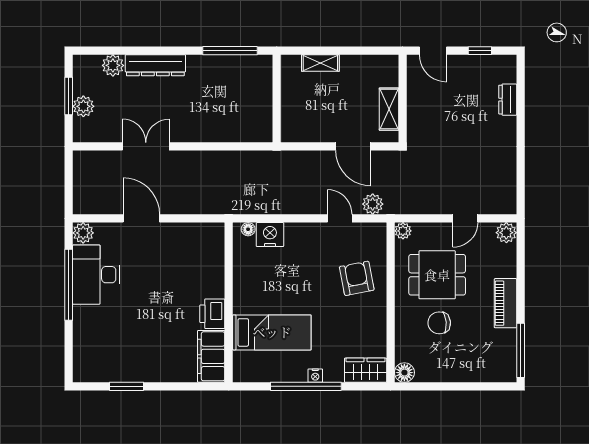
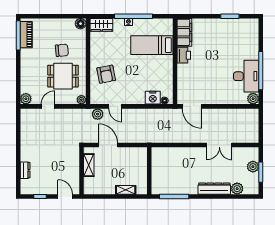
door: (141, 218) -> (192, 106), moved
piano: (505, 303) -> (26, 35), moved

